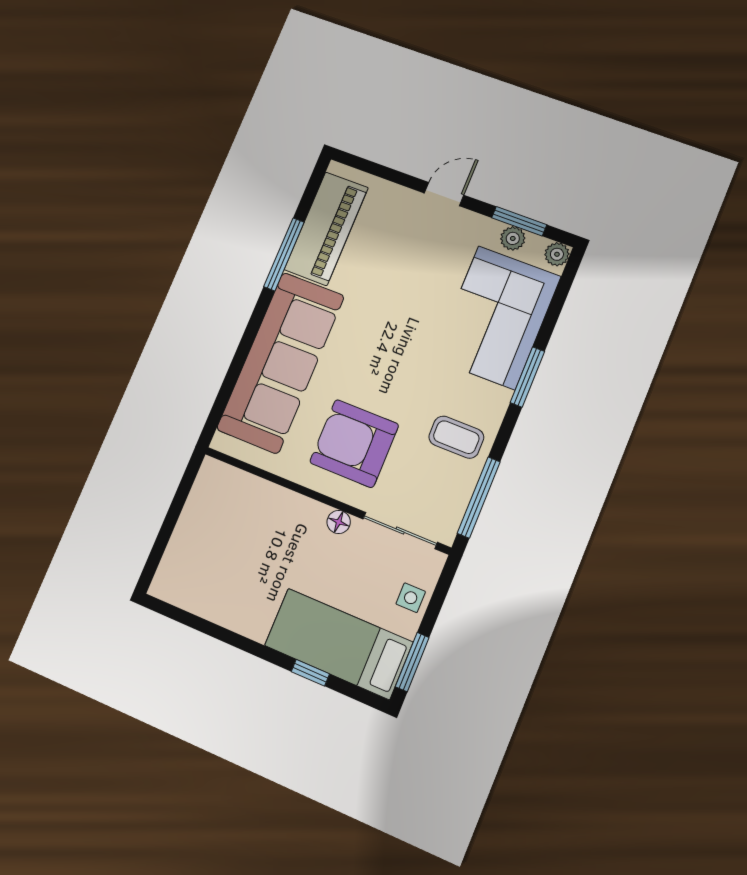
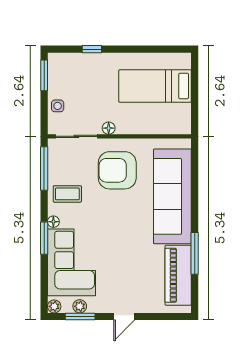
floor lamp: (500, 399) -> (53, 222), added
armchair: (354, 443) -> (117, 170), turned 180
bed: (338, 644) -> (155, 86), moved, turned 180

